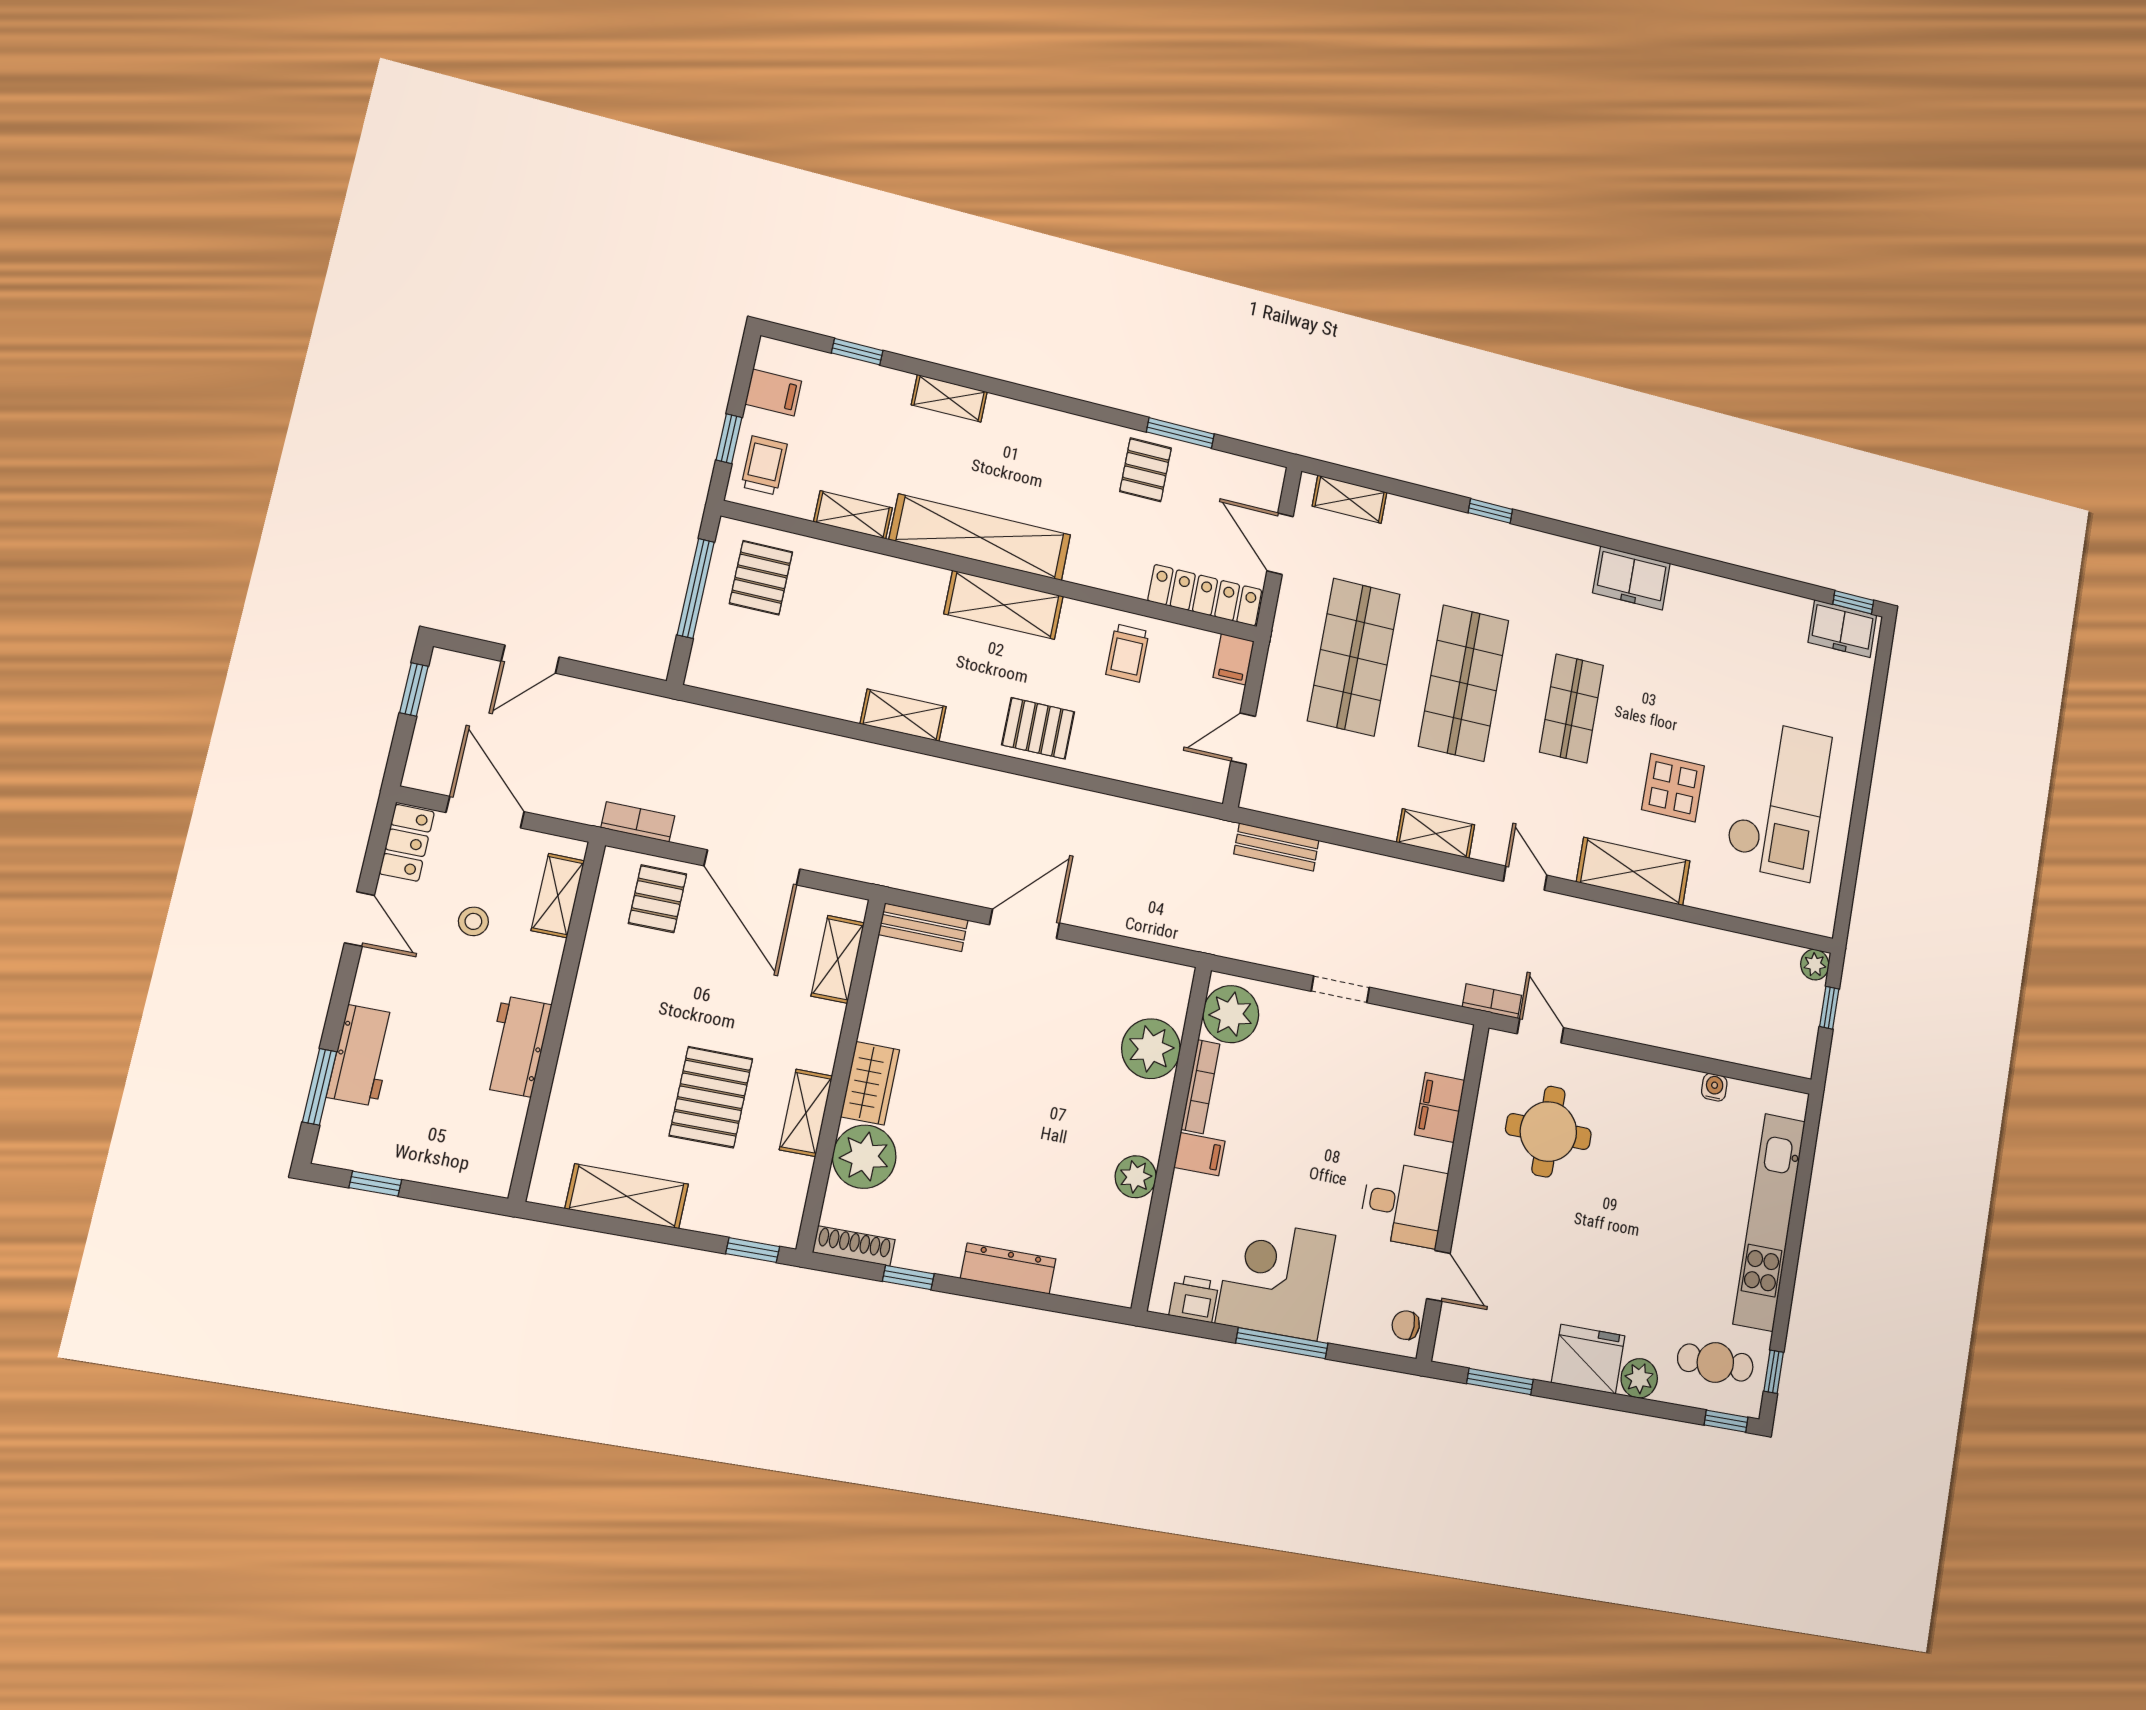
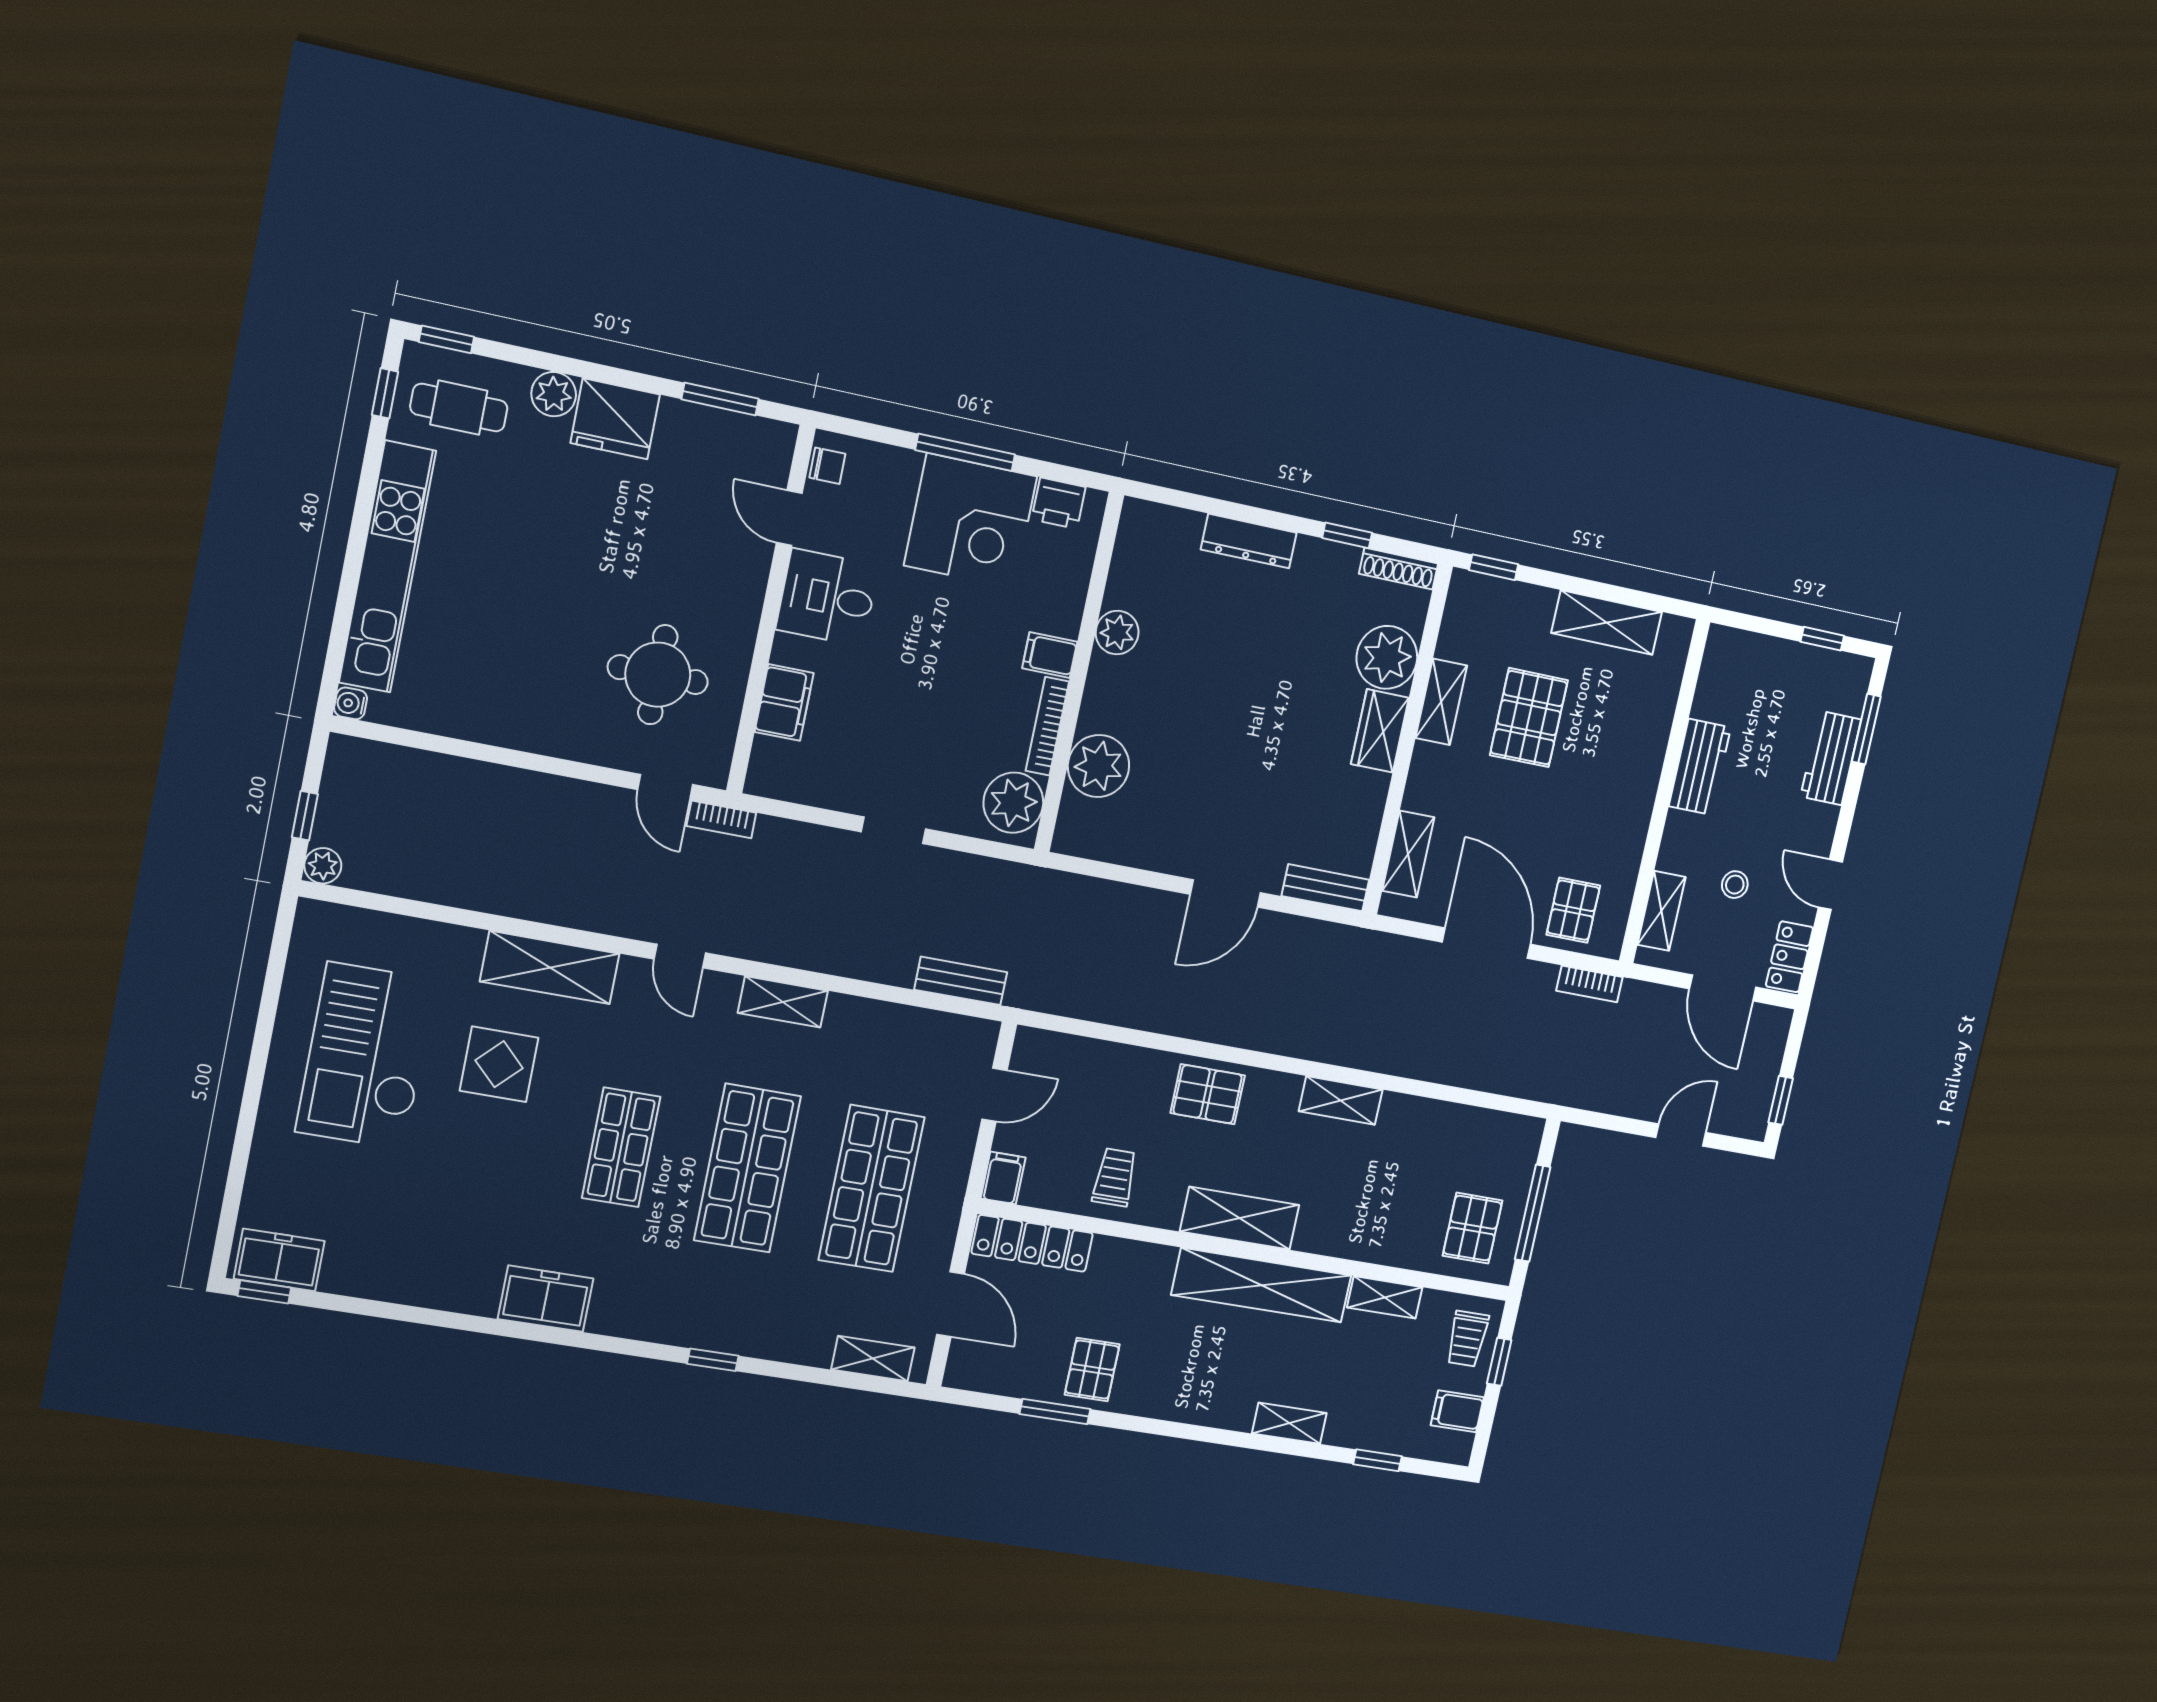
water cooler: (1714, 1087) -> (351, 703), moved, turned 90

